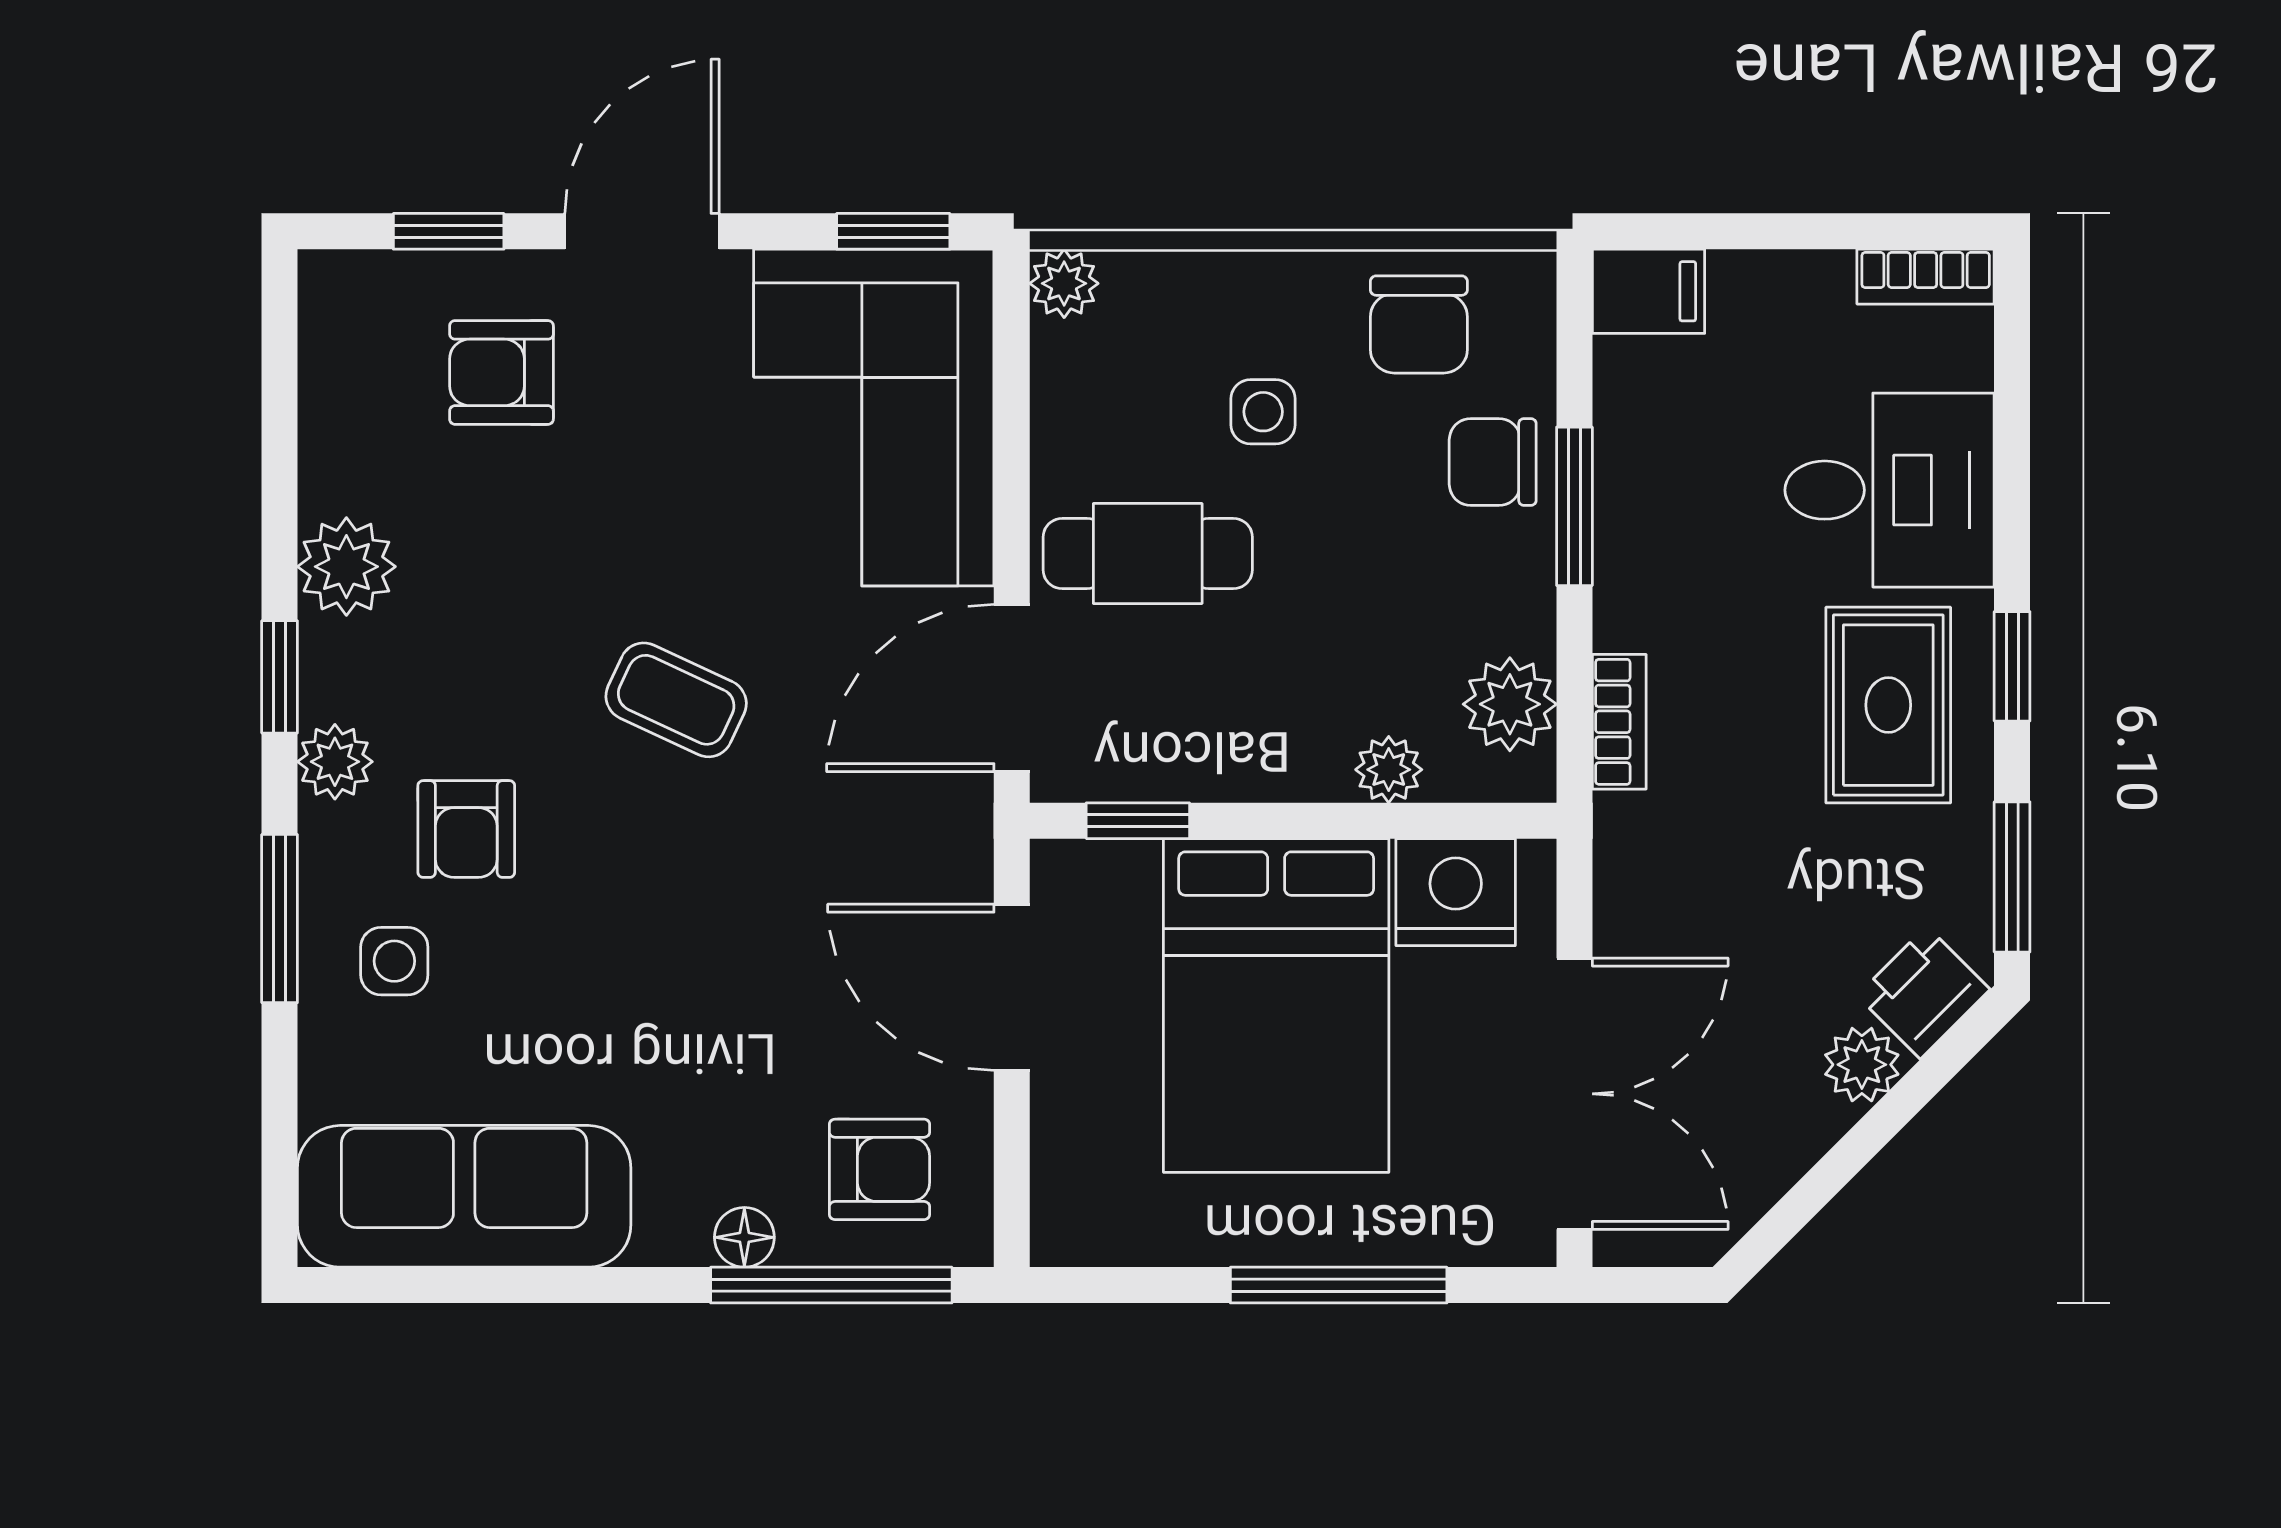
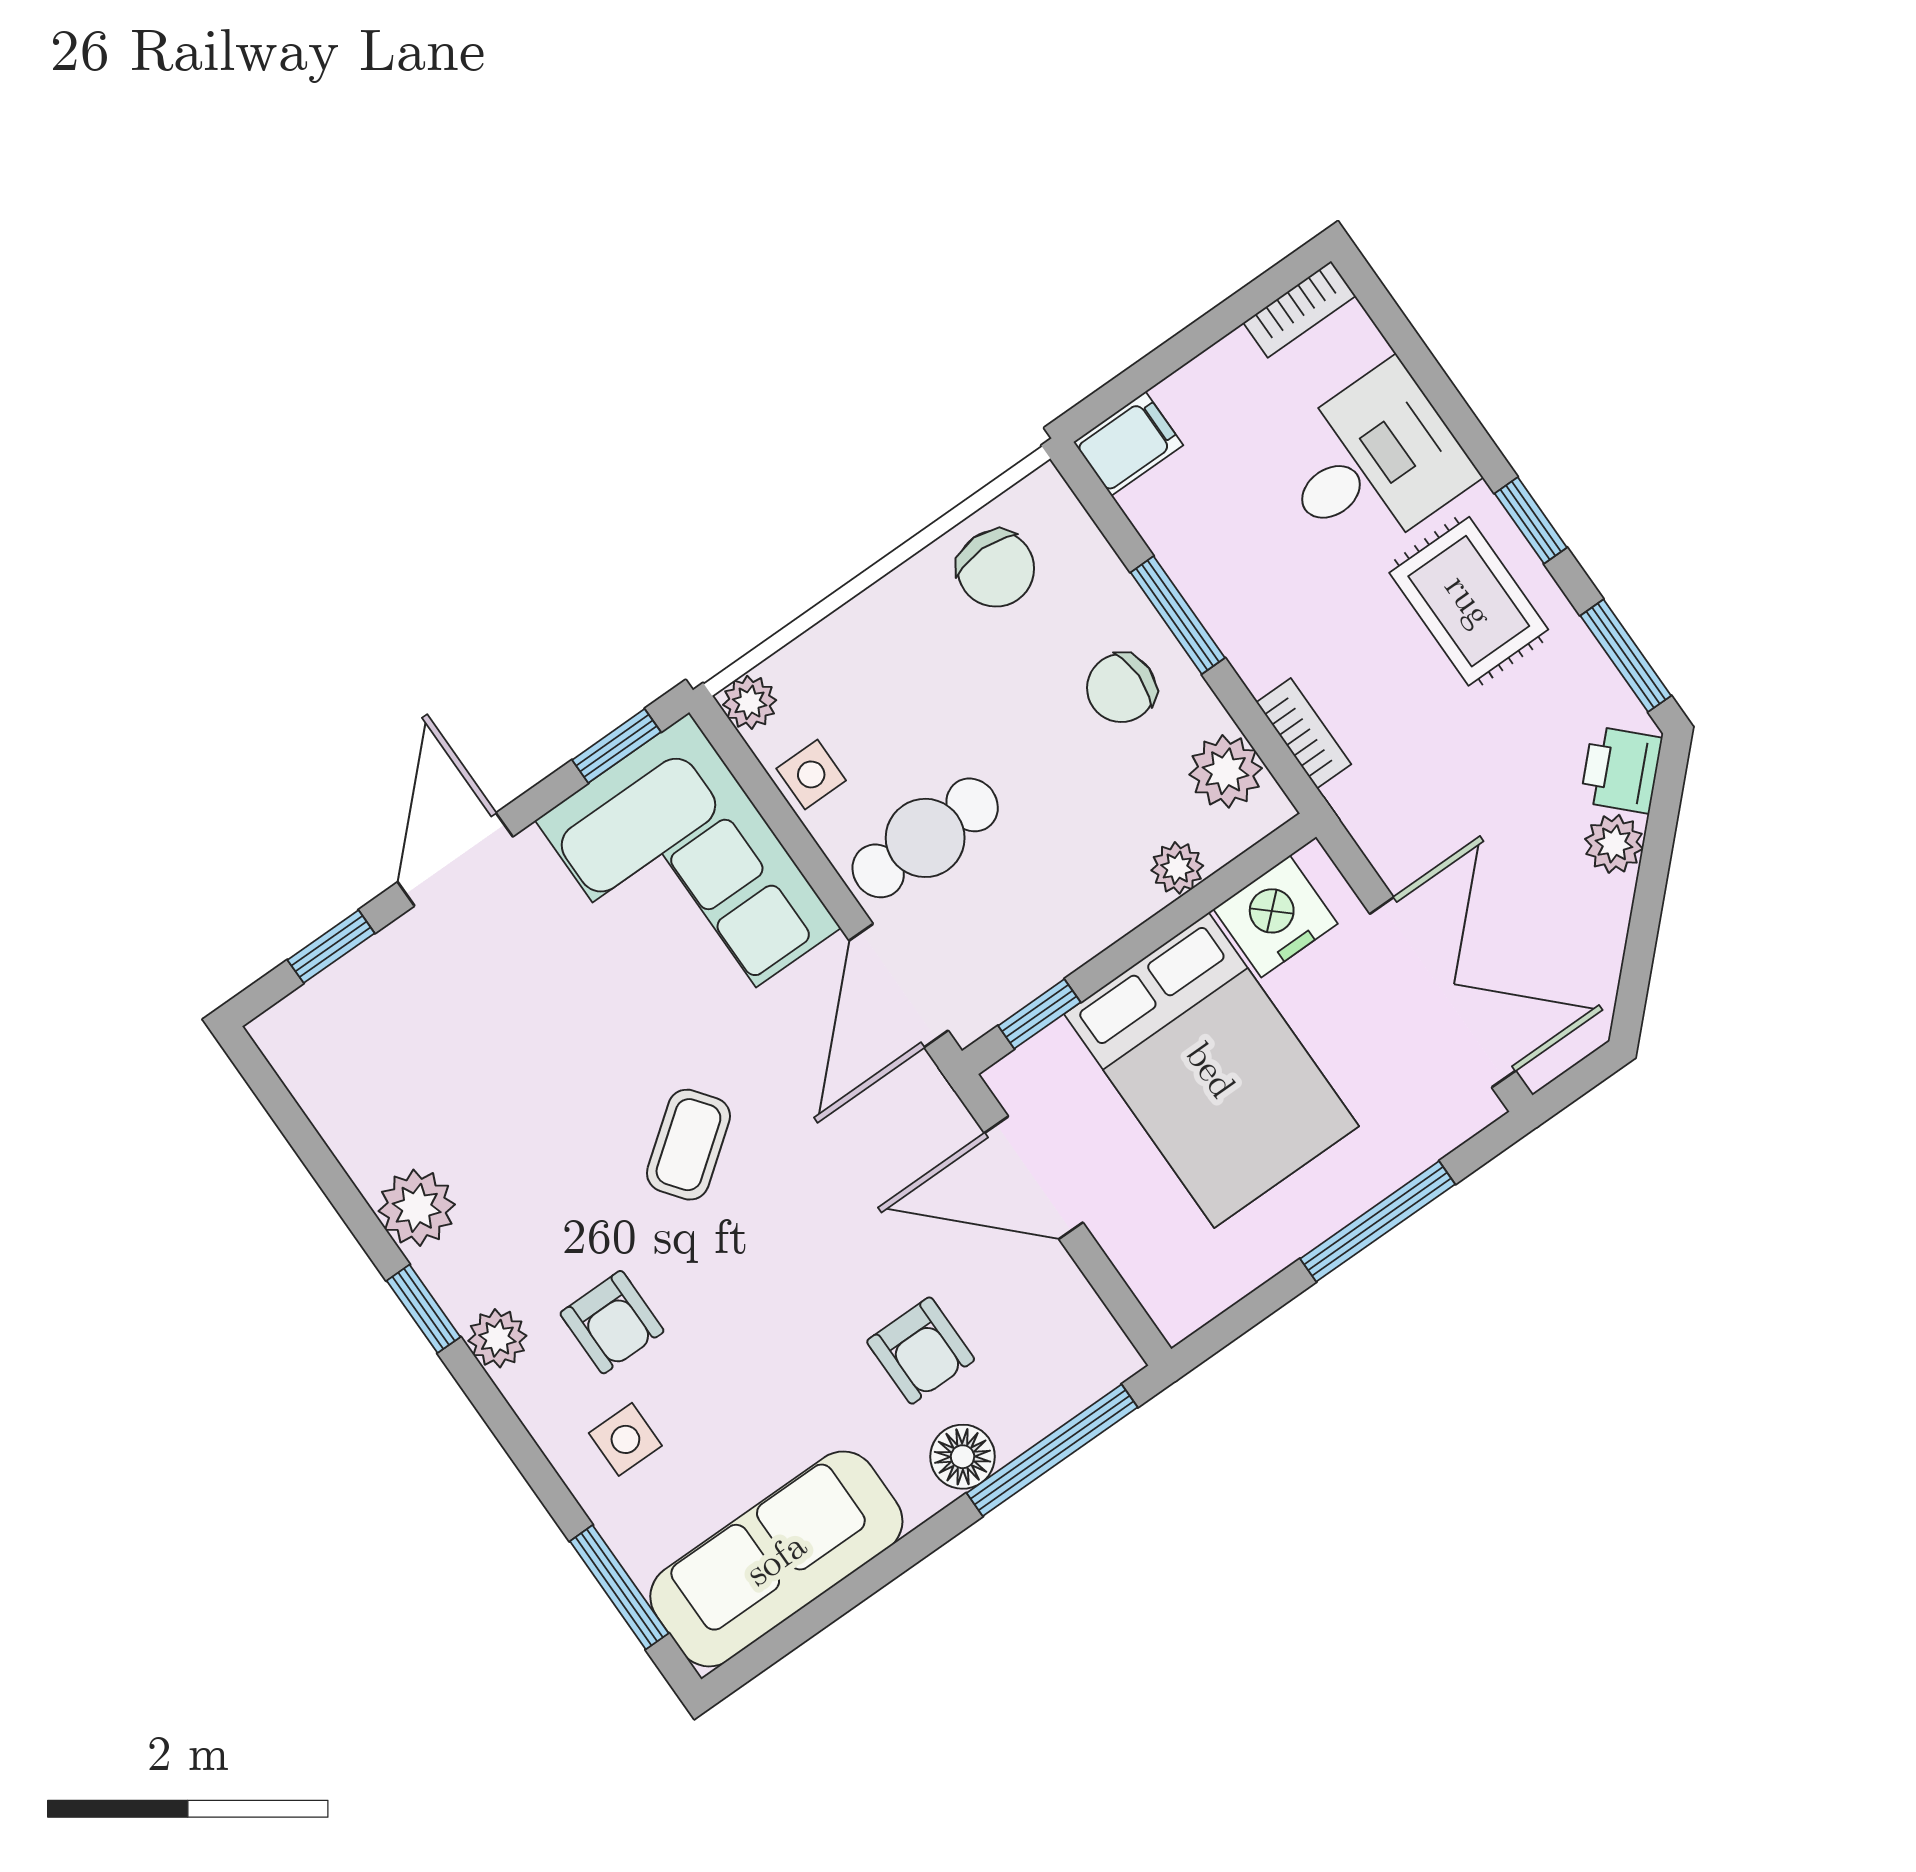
armchair: (501, 372) -> (429, 1013), removed
side table: (1263, 412) -> (811, 774), moved
chair: (1493, 462) -> (1121, 688), moved
coffee table: (676, 700) -> (688, 1145), turned -62
window: (280, 919) -> (619, 1587), moved
armchair: (880, 1169) -> (921, 1351), moved, turned 90
floor lamp: (744, 1237) -> (963, 1457), width x1.37, depth x1.37

